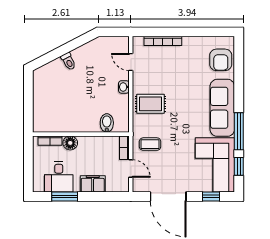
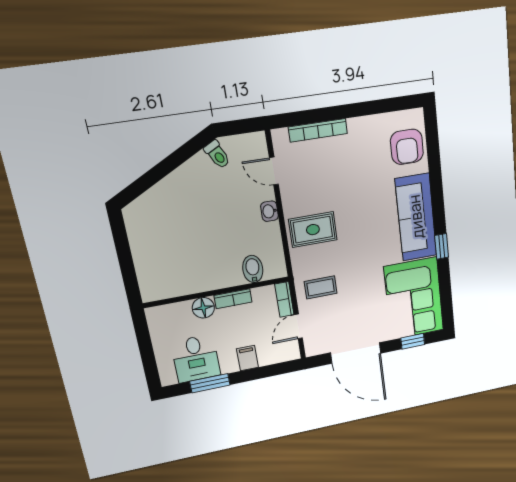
toilet: (68, 61) -> (217, 155), moved
window: (239, 131) -> (442, 246), width x0.46
bookcase: (50, 141) -> (233, 299), moved
window: (239, 166) -> (446, 294), removed
door: (131, 169) -> (298, 326), swing flipped
filing cabinet: (93, 184) -> (247, 358), width x0.50

